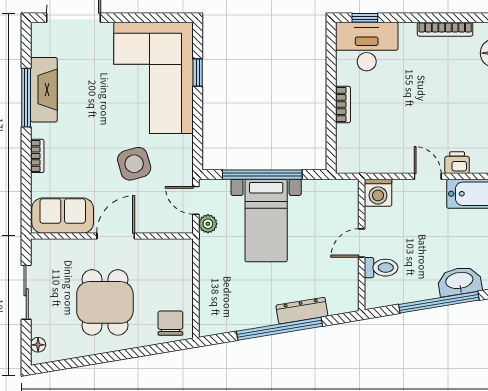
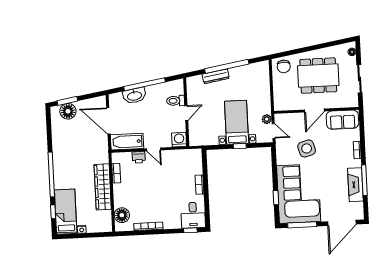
window: (150, 18) -> (302, 225), added
desk: (367, 47) -> (193, 215), width x0.73
window: (262, 175) -> (240, 146), width x0.32
dining table: (105, 302) -> (318, 76), width x1.38

